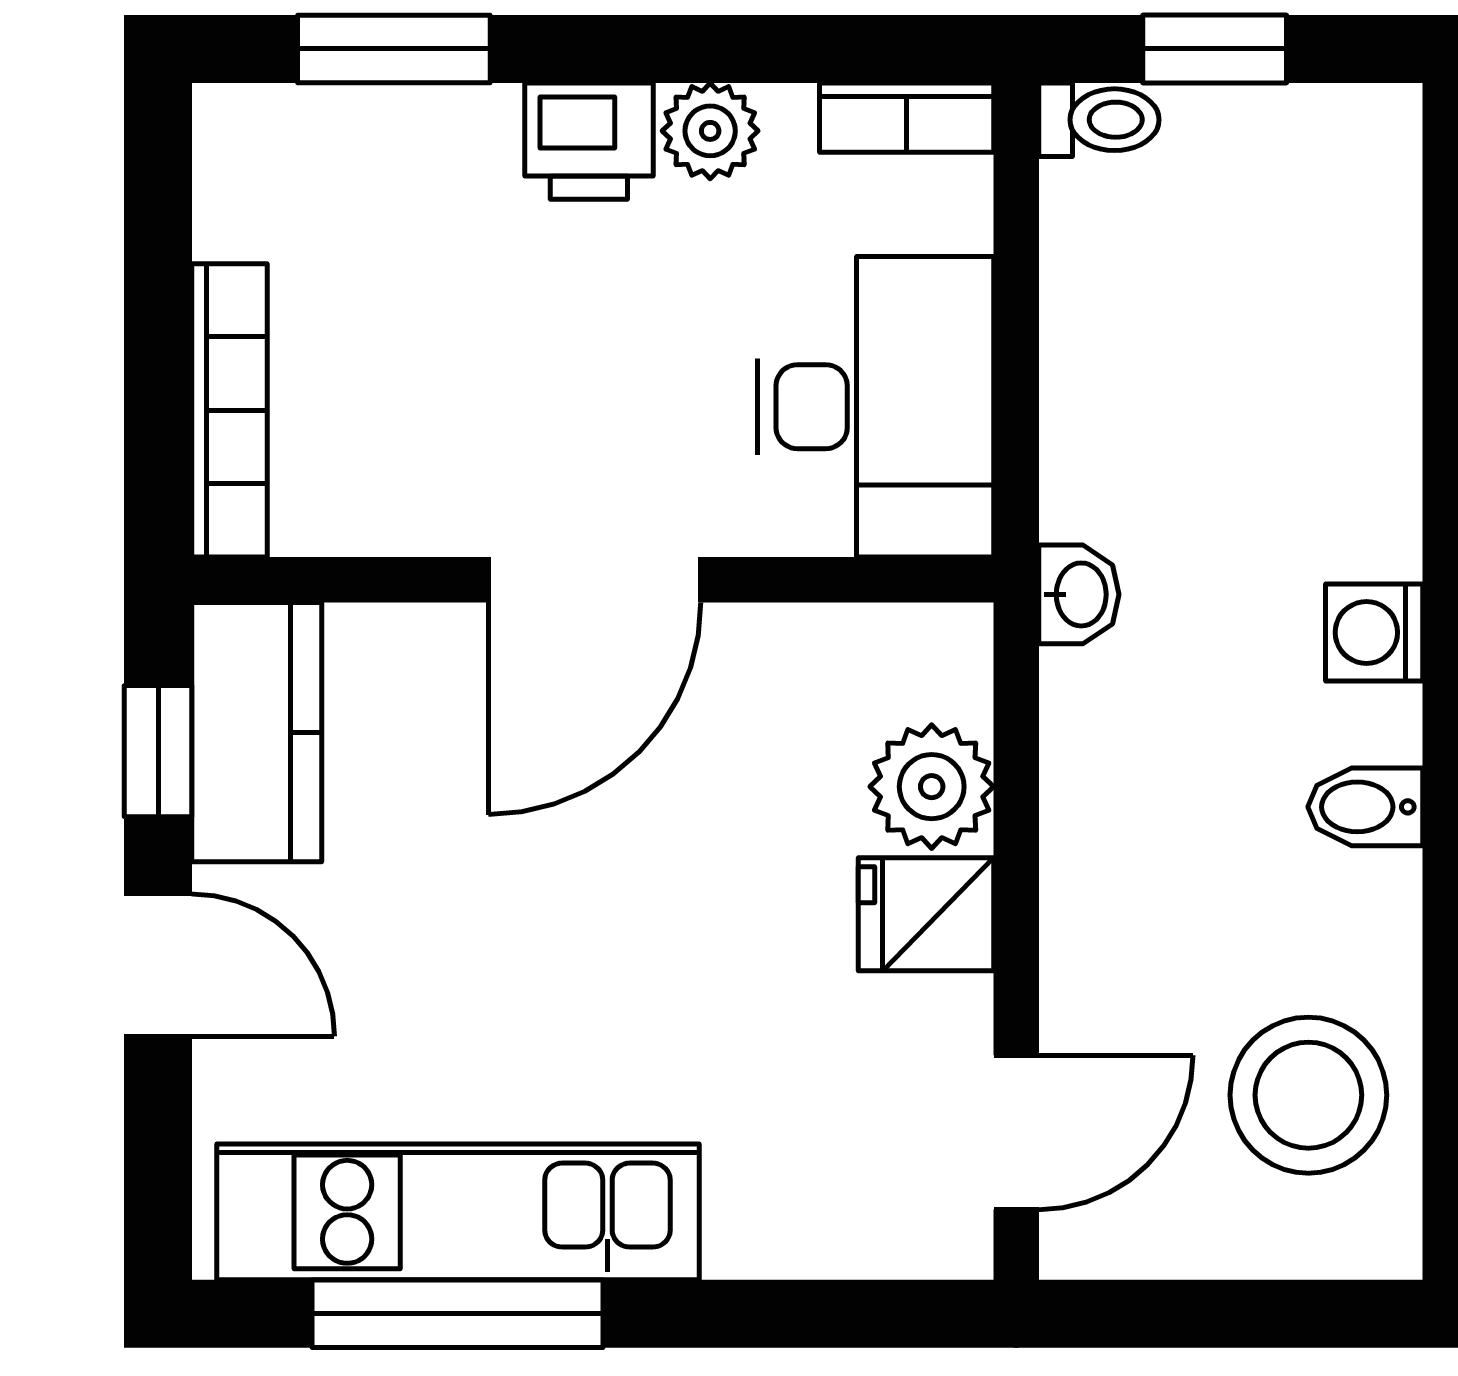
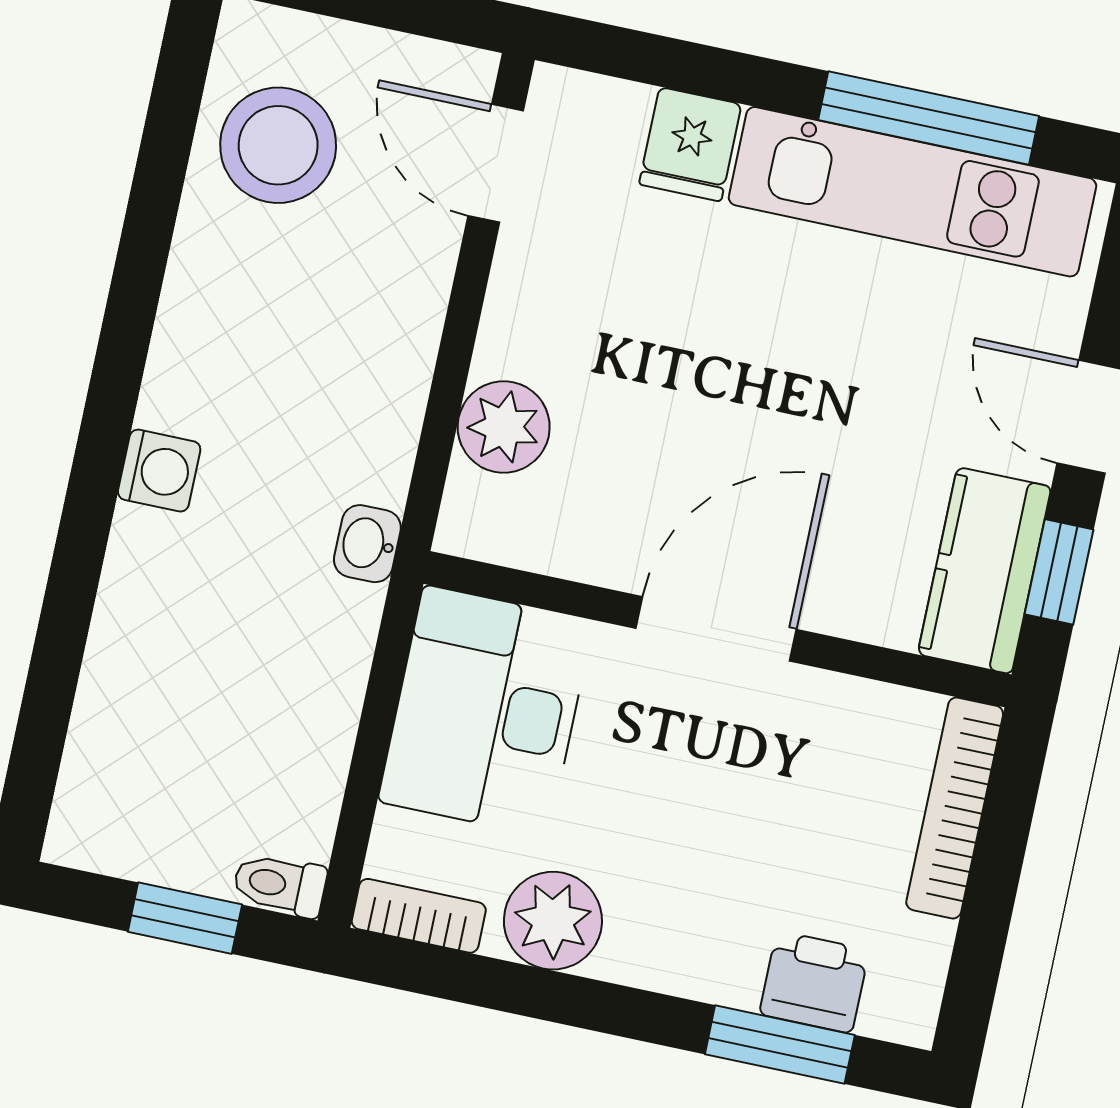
plant: (710, 131) -> (553, 921), width x1.38, depth x1.38
printer: (589, 141) -> (814, 982), moved
bidet: (1365, 807) -> (192, 346), removed
fridge: (926, 914) -> (690, 144), moved, turned 90
door: (1016, 1132) -> (496, 163), hinge flipped

